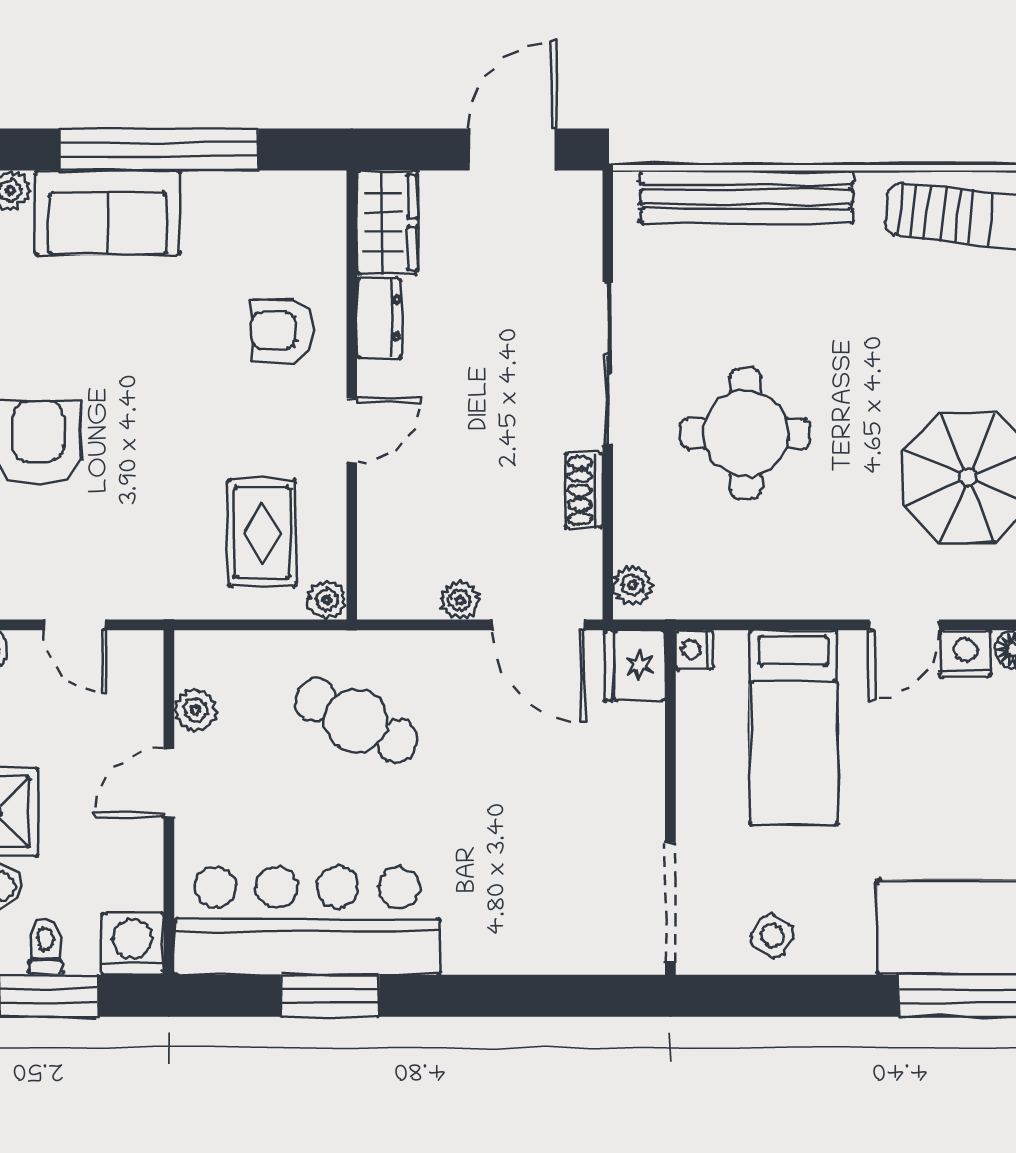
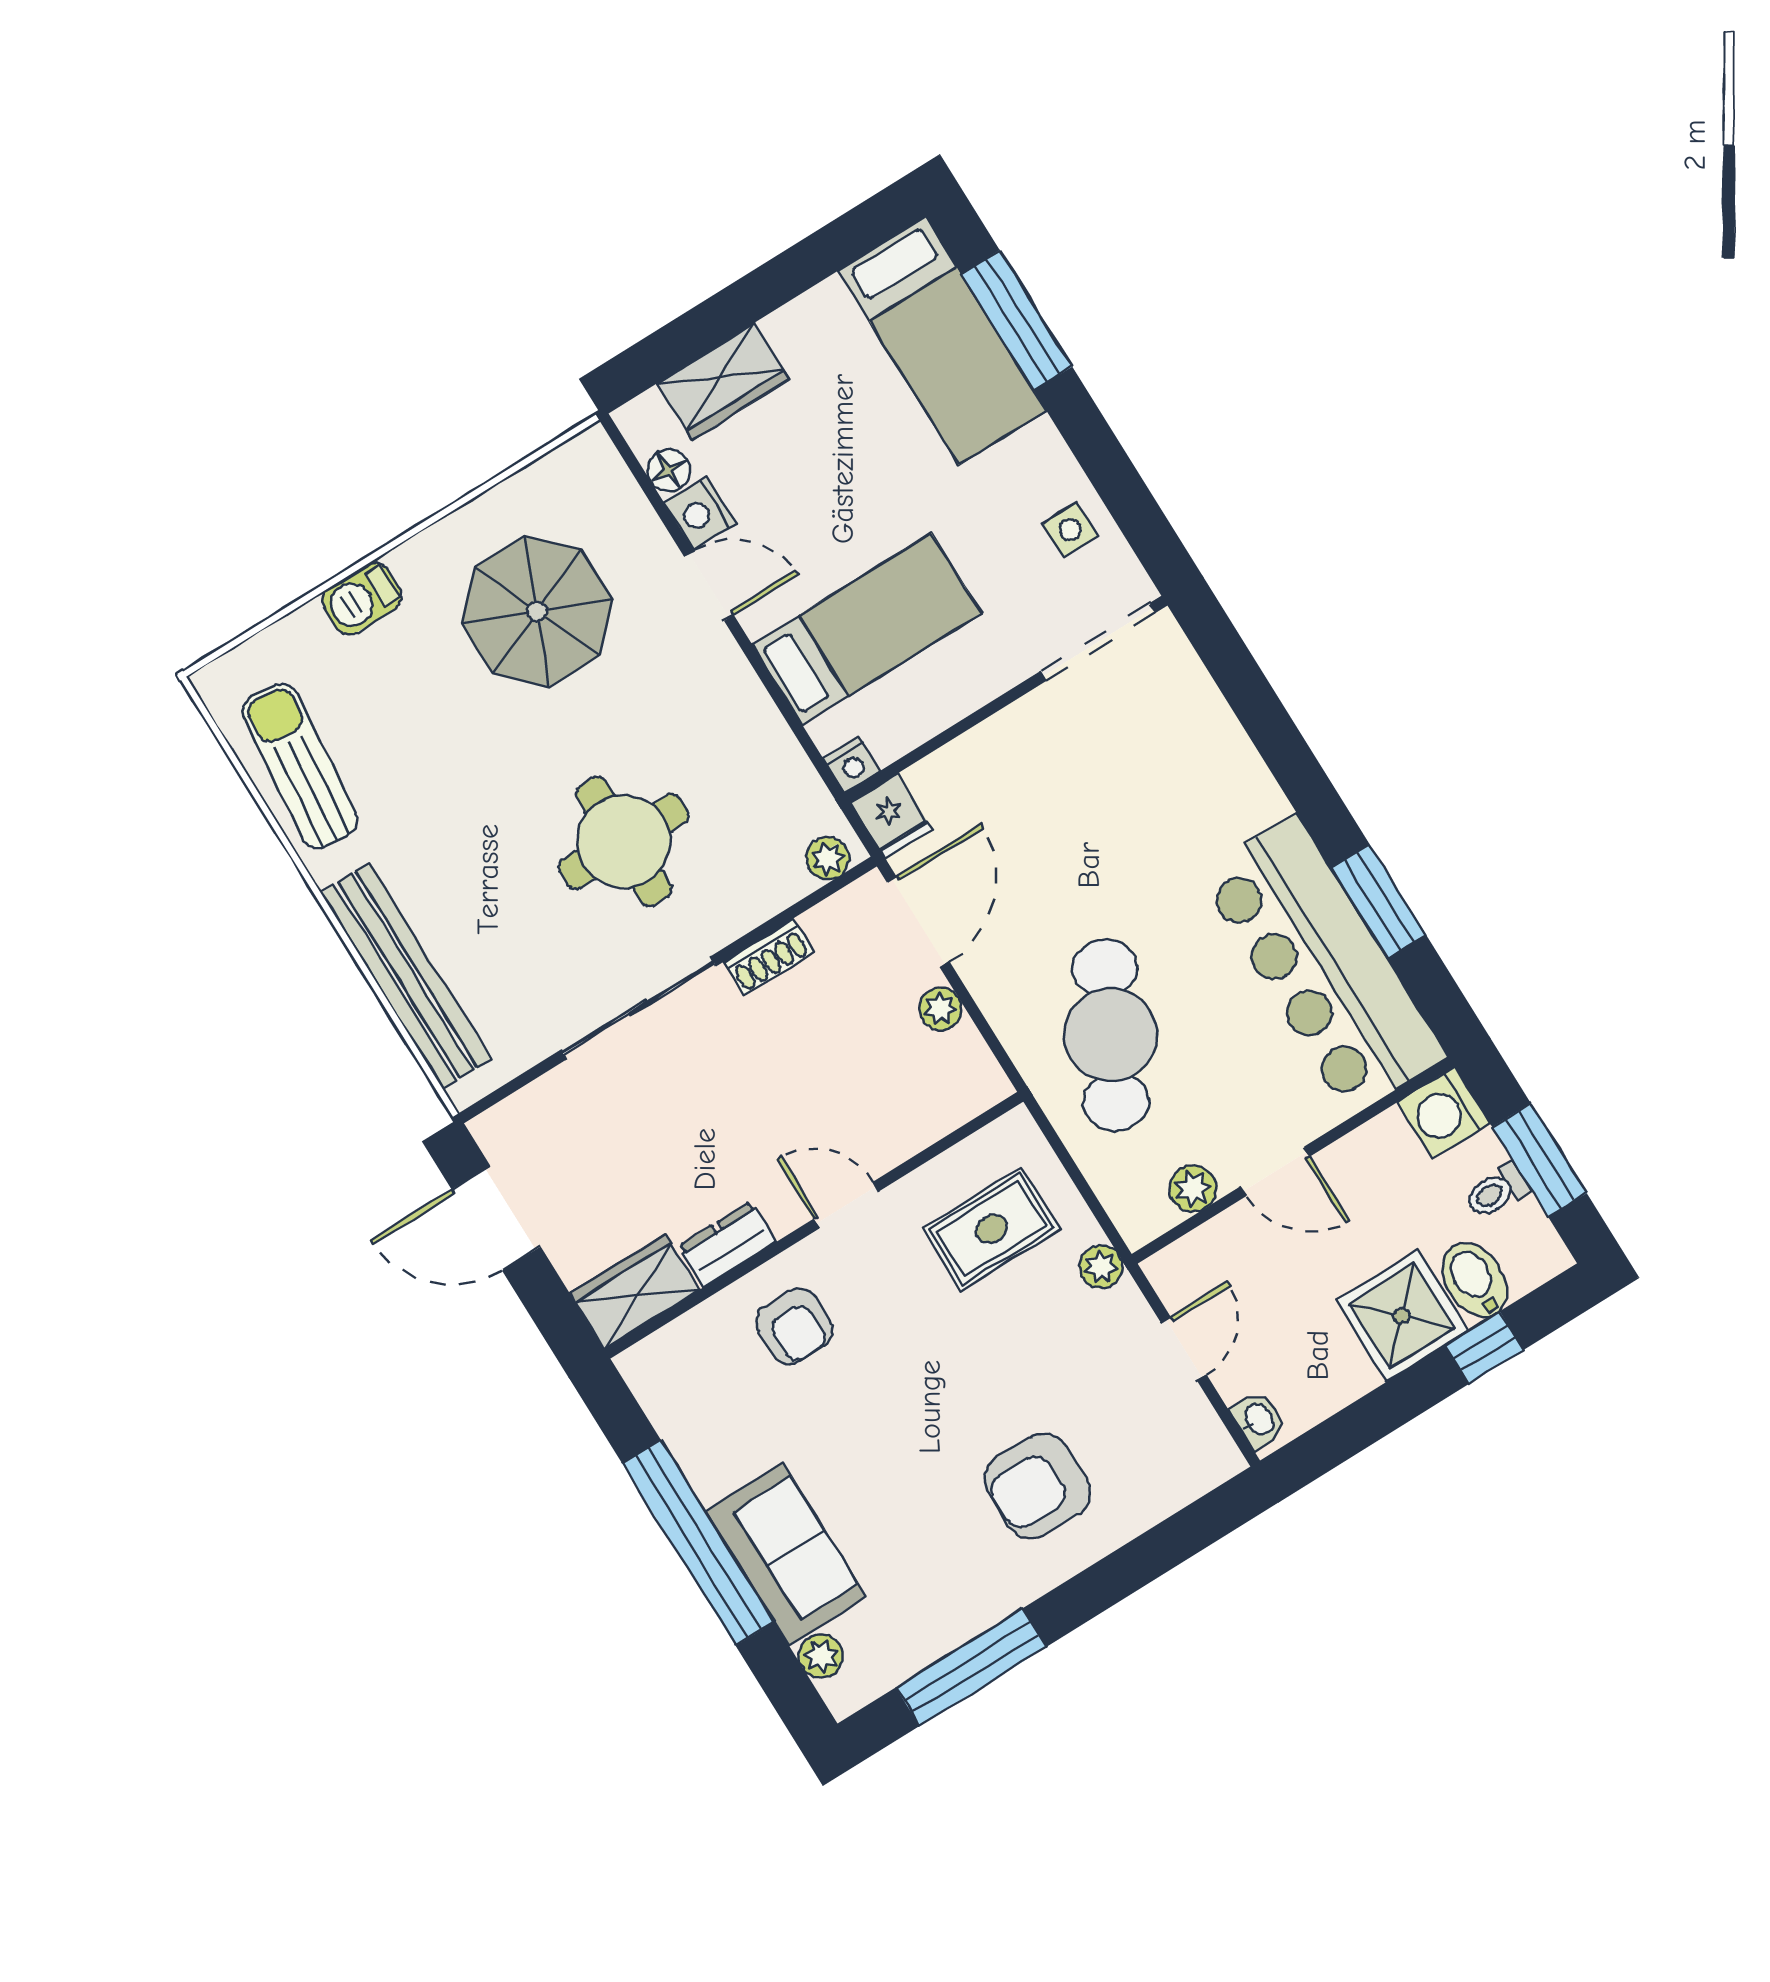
plant: (327, 600) -> (1101, 1267), moved
fridge: (635, 665) -> (891, 816), width x0.72
cafe table: (356, 721) -> (1111, 1035), width x1.37, depth x1.35
side table: (772, 936) -> (1070, 530), turned -32

